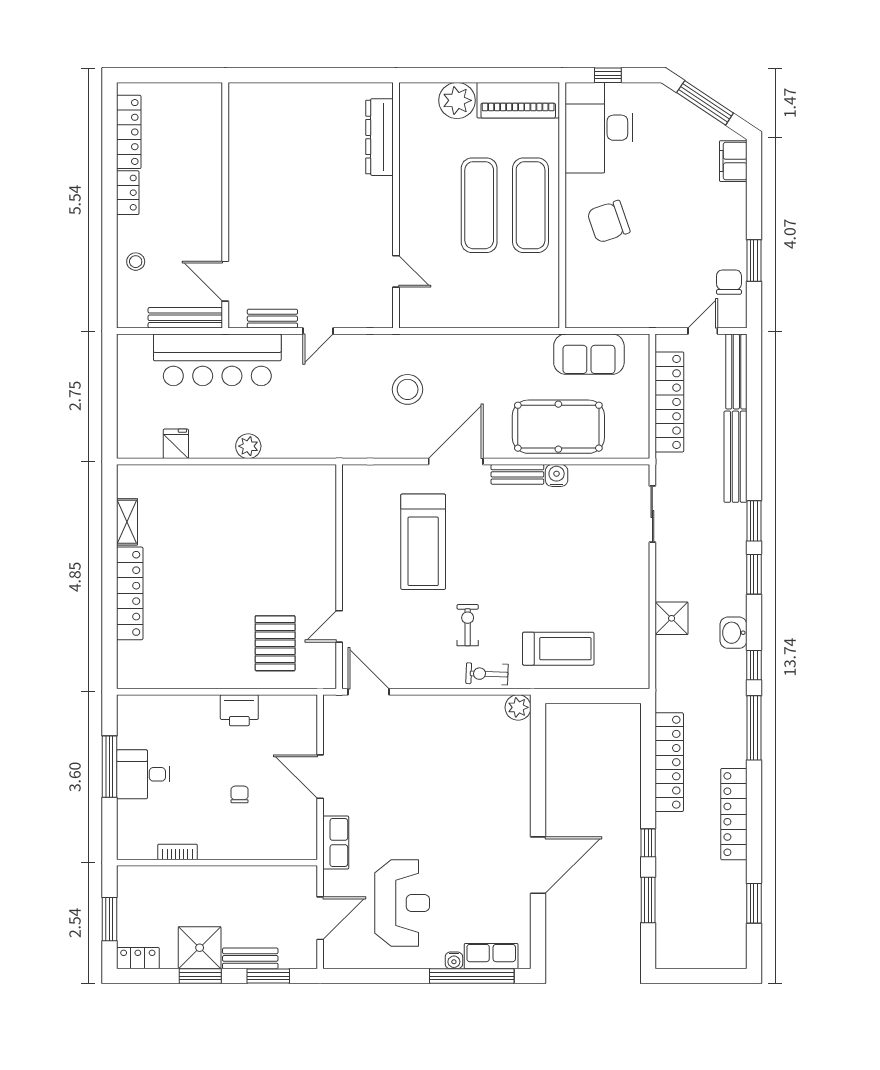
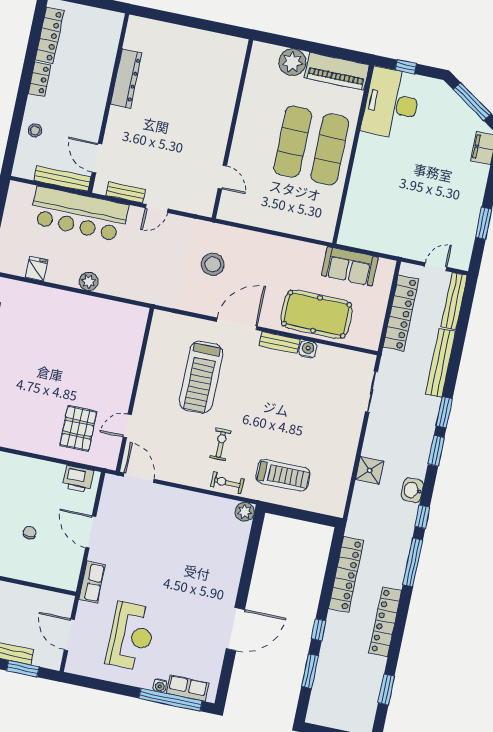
dresser: (380, 137) -> (126, 79), moved, turned 180
chair: (609, 222) -> (384, 173), removed
chair: (729, 282) -> (462, 235), removed
printer: (239, 710) -> (78, 479), moved
door: (320, 918) -> (69, 635), swing flipped

